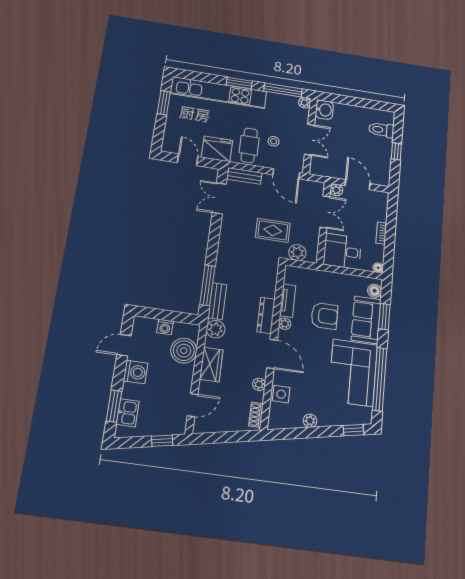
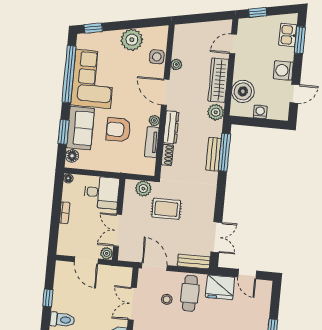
bench: (217, 301) -> (214, 154), moved
wardrobe: (211, 365) -> (218, 80), width x1.50
shoe rack: (256, 415) -> (167, 155), moved
plant: (310, 421) -> (132, 40), width x1.87, depth x1.87

